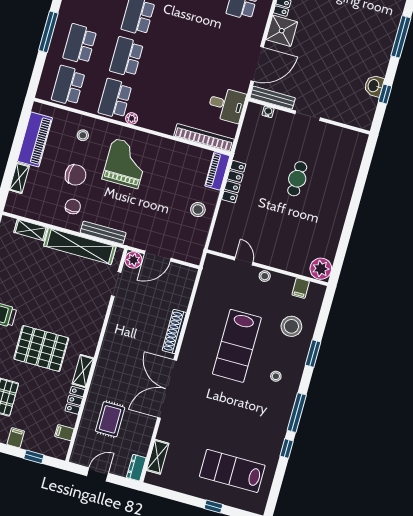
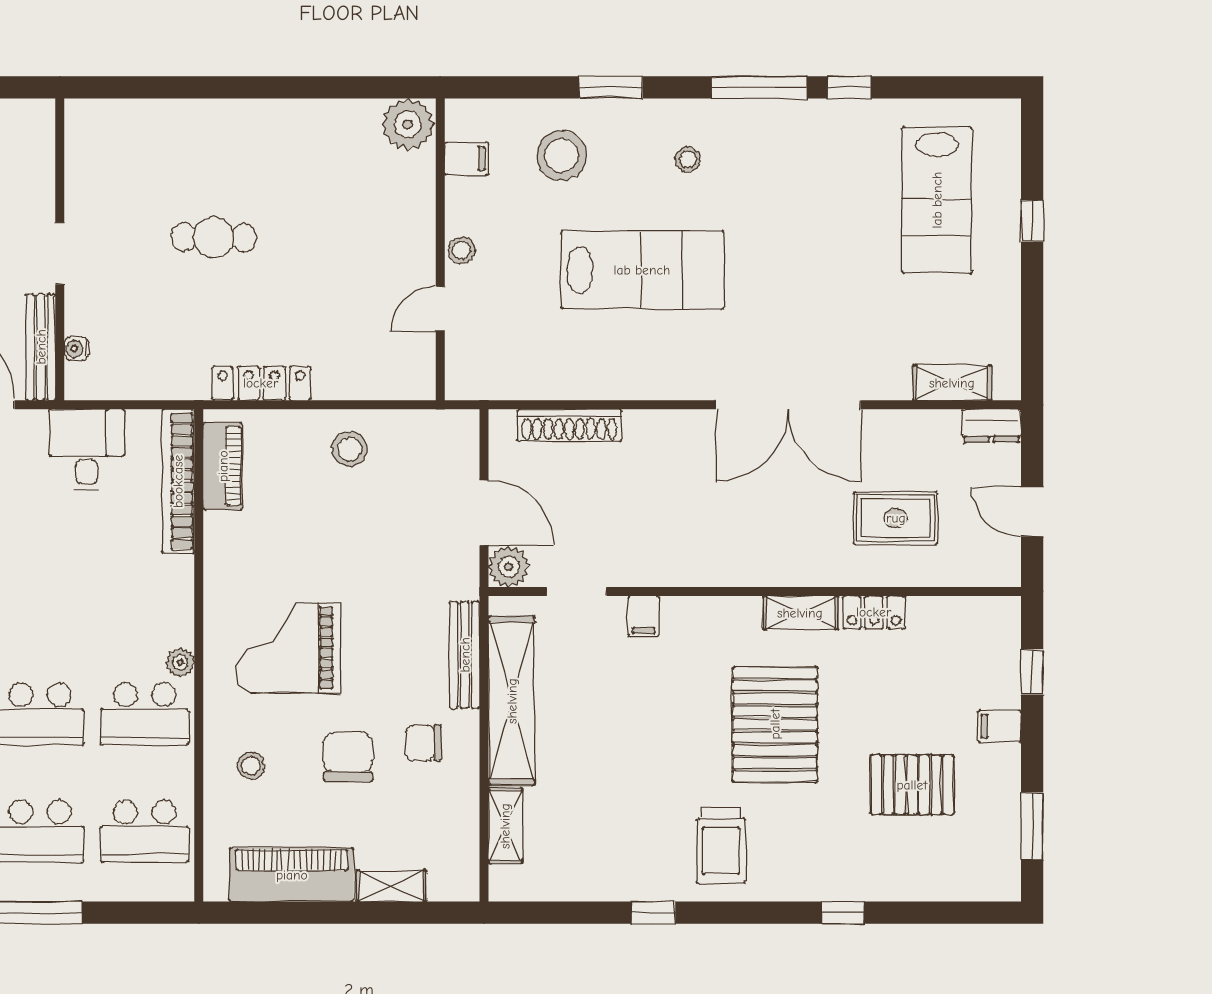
piano: (217, 171) -> (223, 466), moved, turned -90
shoe rack: (174, 332) -> (569, 425), moved
filing cabinet: (64, 433) -> (644, 616), moved

